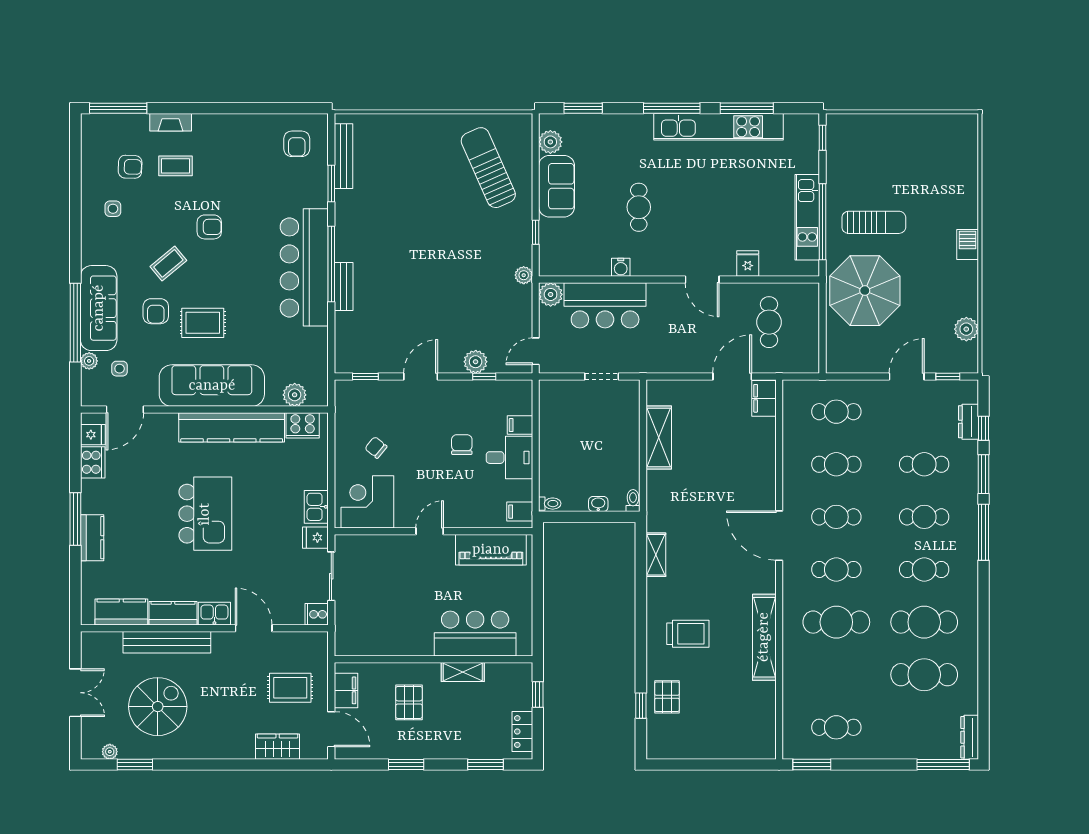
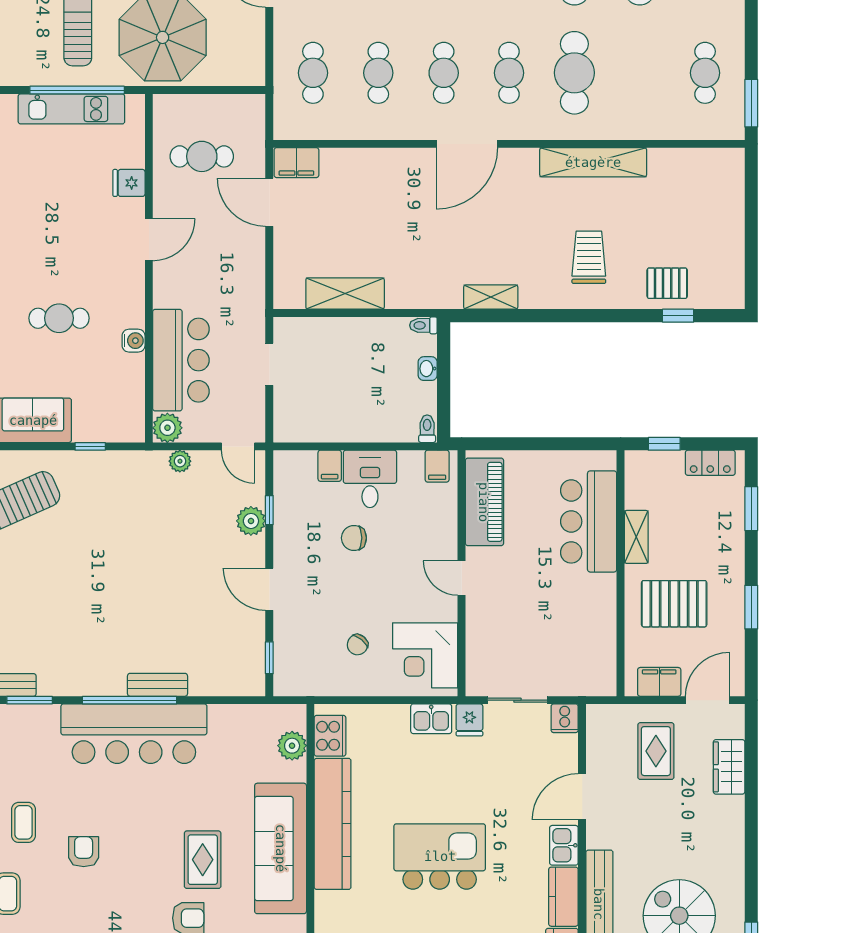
coffee table: (168, 263) -> (23, 822), moved, turned 40
plant: (524, 275) -> (180, 461), moved
pallet: (409, 702) -> (674, 604), width x1.50, depth x1.42

